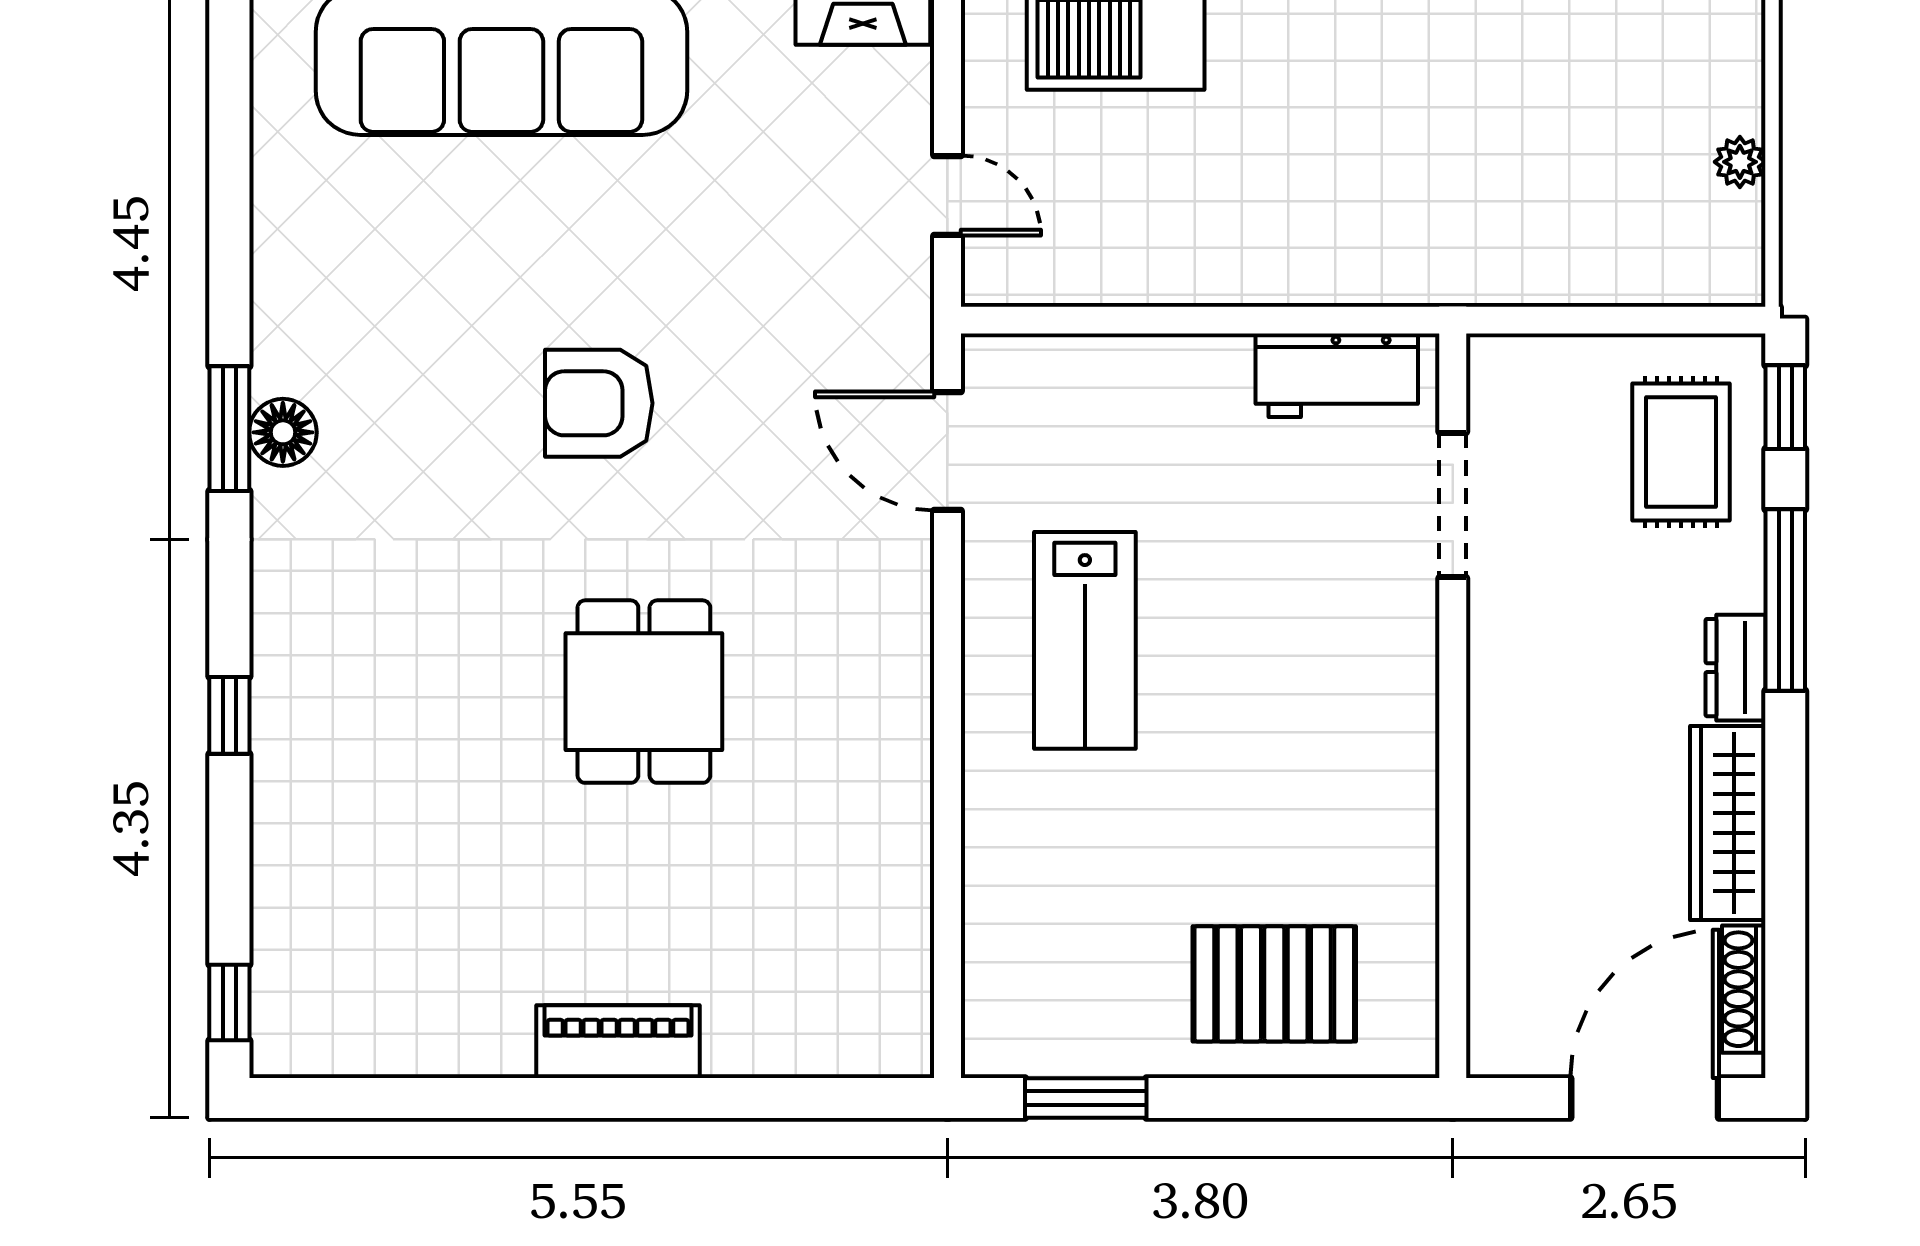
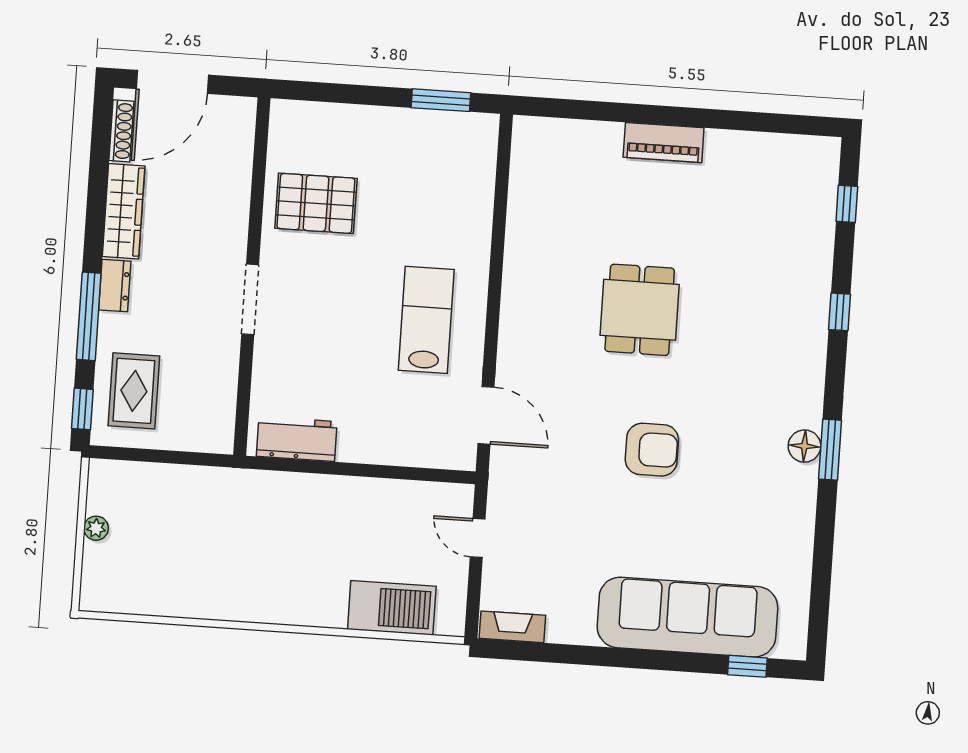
doorway: (1453, 505) -> (250, 299), moved
pallet: (1274, 984) -> (316, 203), moved
window: (229, 1003) -> (847, 204), moved

